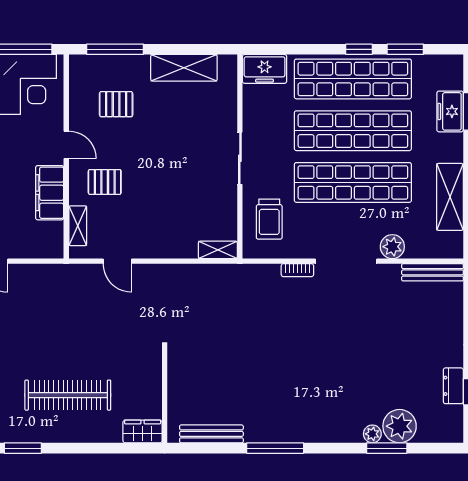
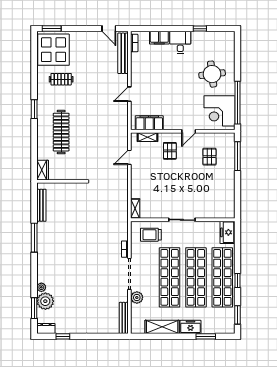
window: (405, 49) -> (237, 315), moved
shelving: (184, 68) -> (228, 191), removed
freezer: (450, 111) -> (190, 327), moved
filing cabinet: (50, 193) -> (149, 123), moved
dresser: (453, 386) -> (46, 329), moved
window: (387, 448) -> (34, 308), moved

